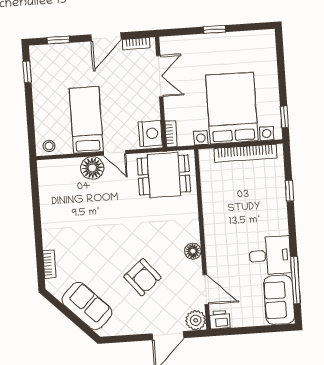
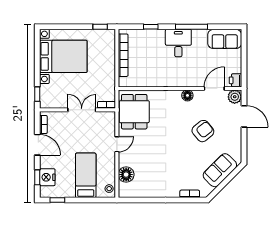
window: (214, 29) -> (37, 94), moved
double door: (160, 76) -> (82, 110), moved
bed with nightstands: (232, 108) -> (63, 56), moved, turned 180
bed: (86, 120) -> (86, 175), moved, turned 90
nightstand: (150, 133) -> (47, 177), moved, turned -90
floor lamp: (92, 168) -> (126, 175), moved
desk: (270, 256) -> (178, 43), moved
window: (296, 280) -> (192, 27), moved

